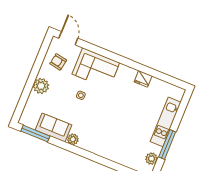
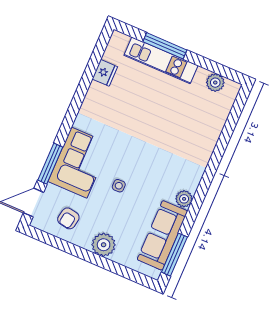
window: (95, 49) -> (50, 164), added
fridge: (143, 79) -> (105, 73), moved
sofa: (53, 127) -> (162, 235), width x1.36
window: (167, 144) -> (165, 46), moved

